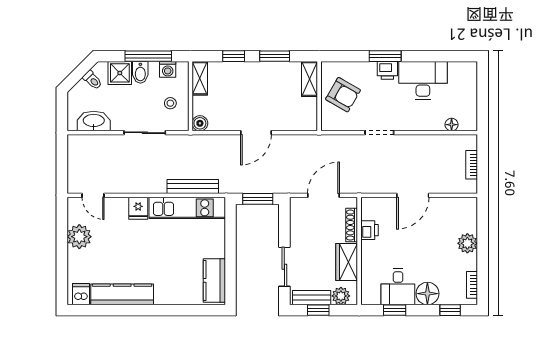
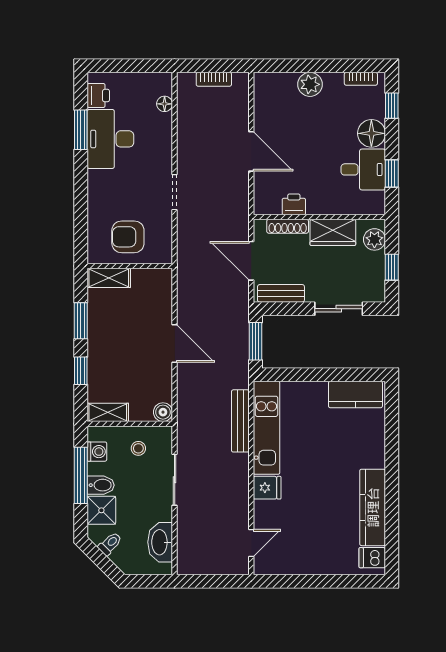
window: (385, 56) -> (81, 130), moved
printer: (387, 70) -> (98, 96), moved
armchair: (343, 95) -> (128, 237), turned -120
plant: (79, 237) -> (302, 560), removed
bench: (312, 298) -> (281, 293), moved, turned 90

